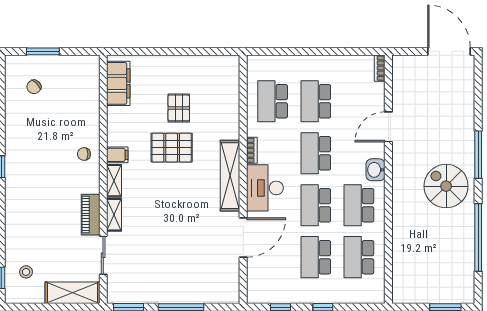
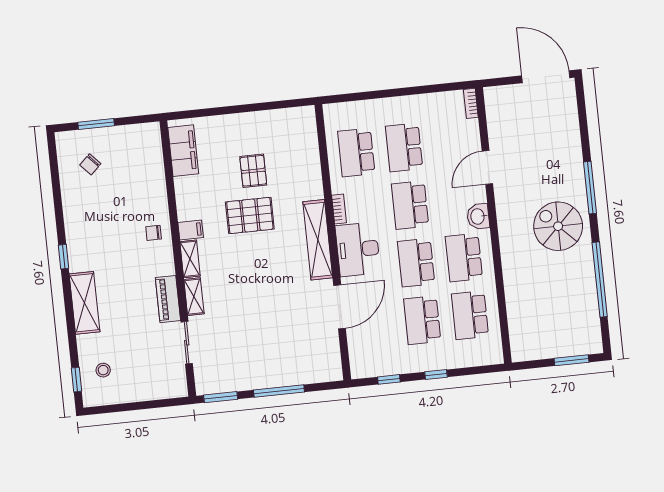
shelving: (72, 293) -> (85, 303), moved, turned 90

